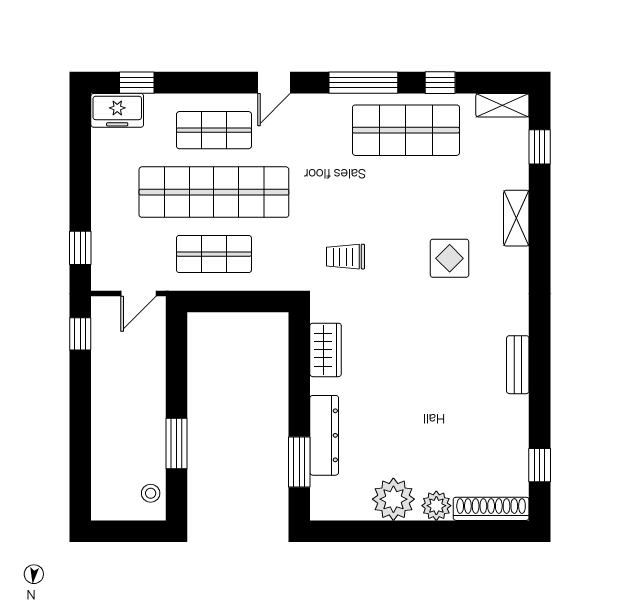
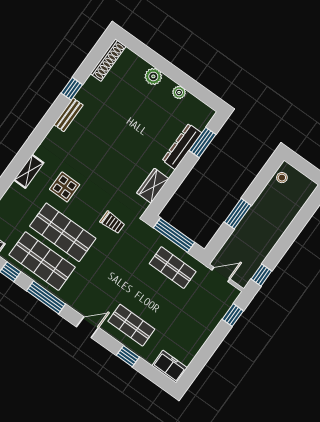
window: (137, 83) -> (128, 356), moved
shop shelf: (214, 192) -> (63, 232), moved, width x0.71
shelving: (516, 218) -> (29, 171), moved
window: (245, 302) -> (174, 235), added
window: (176, 444) -> (238, 214), moved
window: (540, 465) -> (72, 89), moved
plant: (393, 499) -> (179, 92), width x0.53, depth x0.53
shoe rack: (491, 509) -> (108, 60), moved, turned -90

